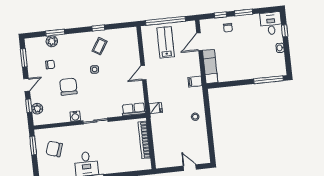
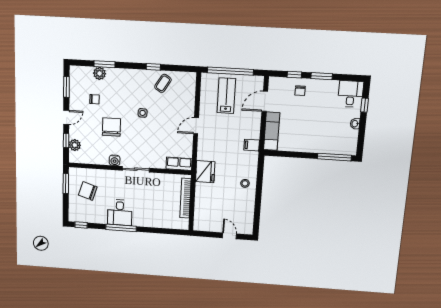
coffee table: (100, 46) -> (163, 83), moved
fridge: (156, 108) -> (205, 172), width x1.88, depth x1.34

